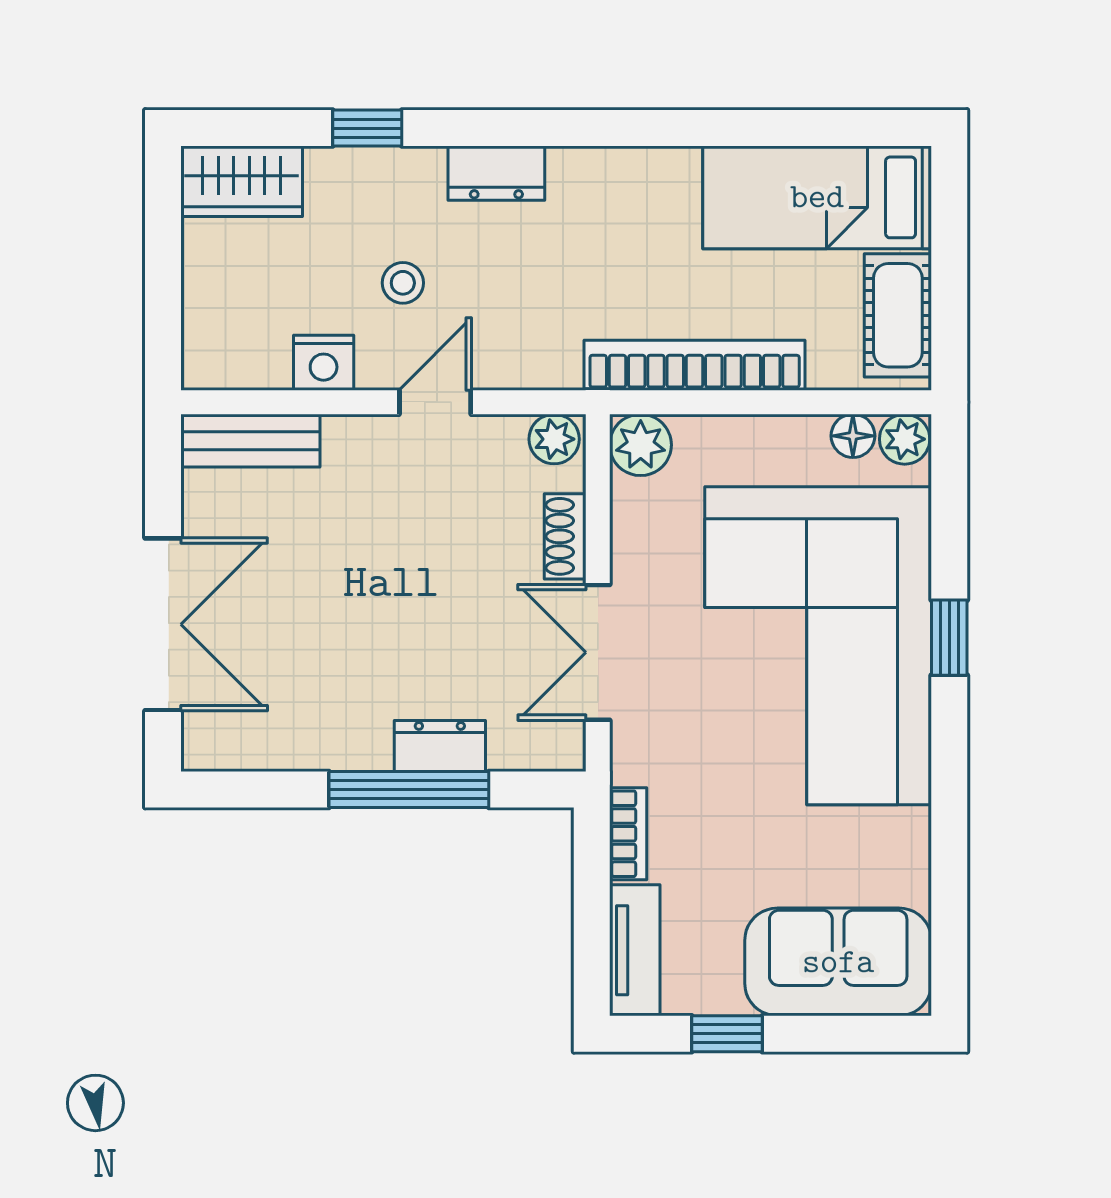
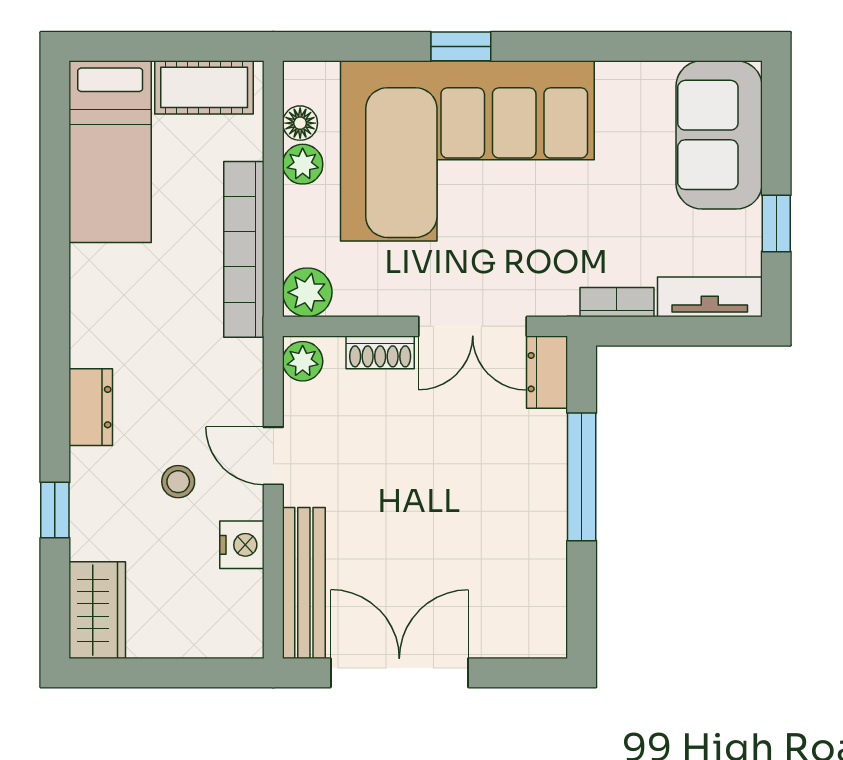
plant: (905, 439) -> (303, 164), moved
bench: (250, 441) -> (304, 583), width x1.36
double door: (163, 624) -> (399, 673), moved
dresser: (440, 746) -> (547, 372), moved

